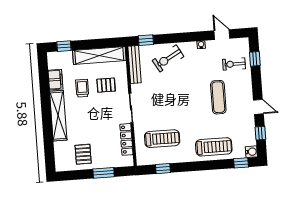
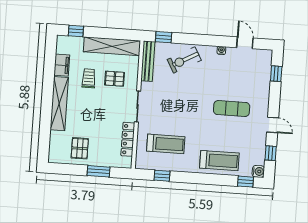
exercise bike: (234, 64) -> (253, 76), removed
exercise mat: (218, 97) -> (232, 109), turned 90

